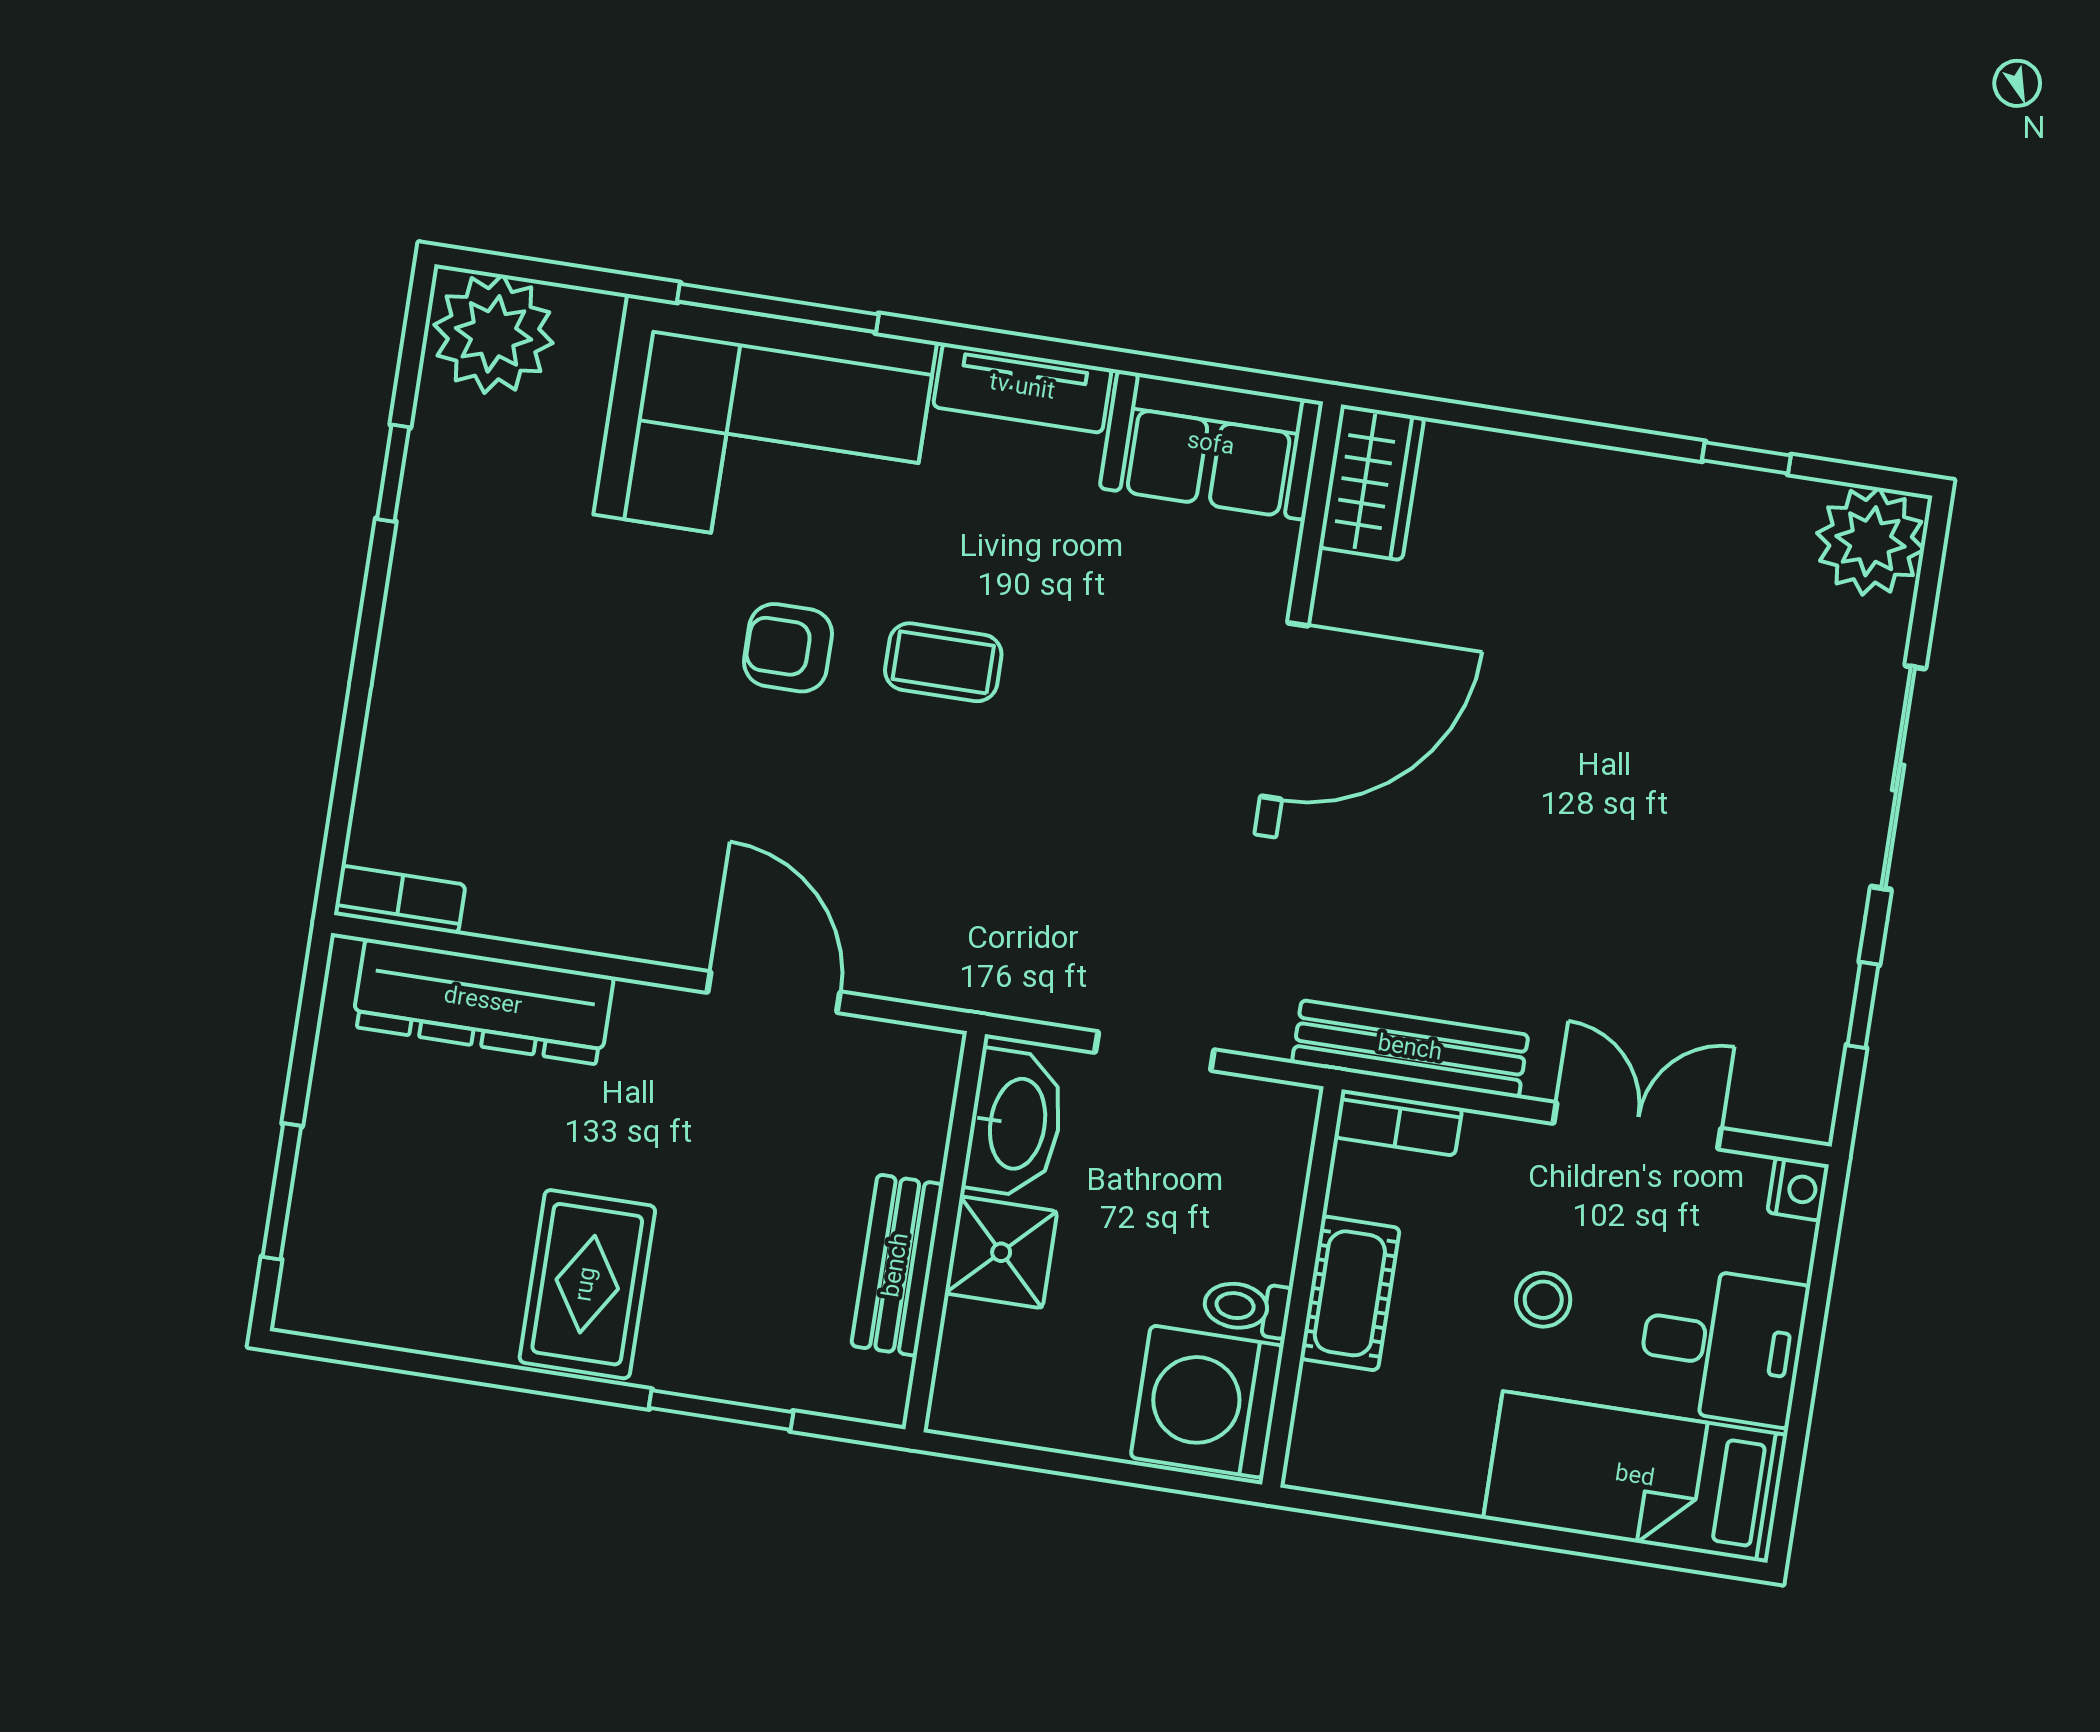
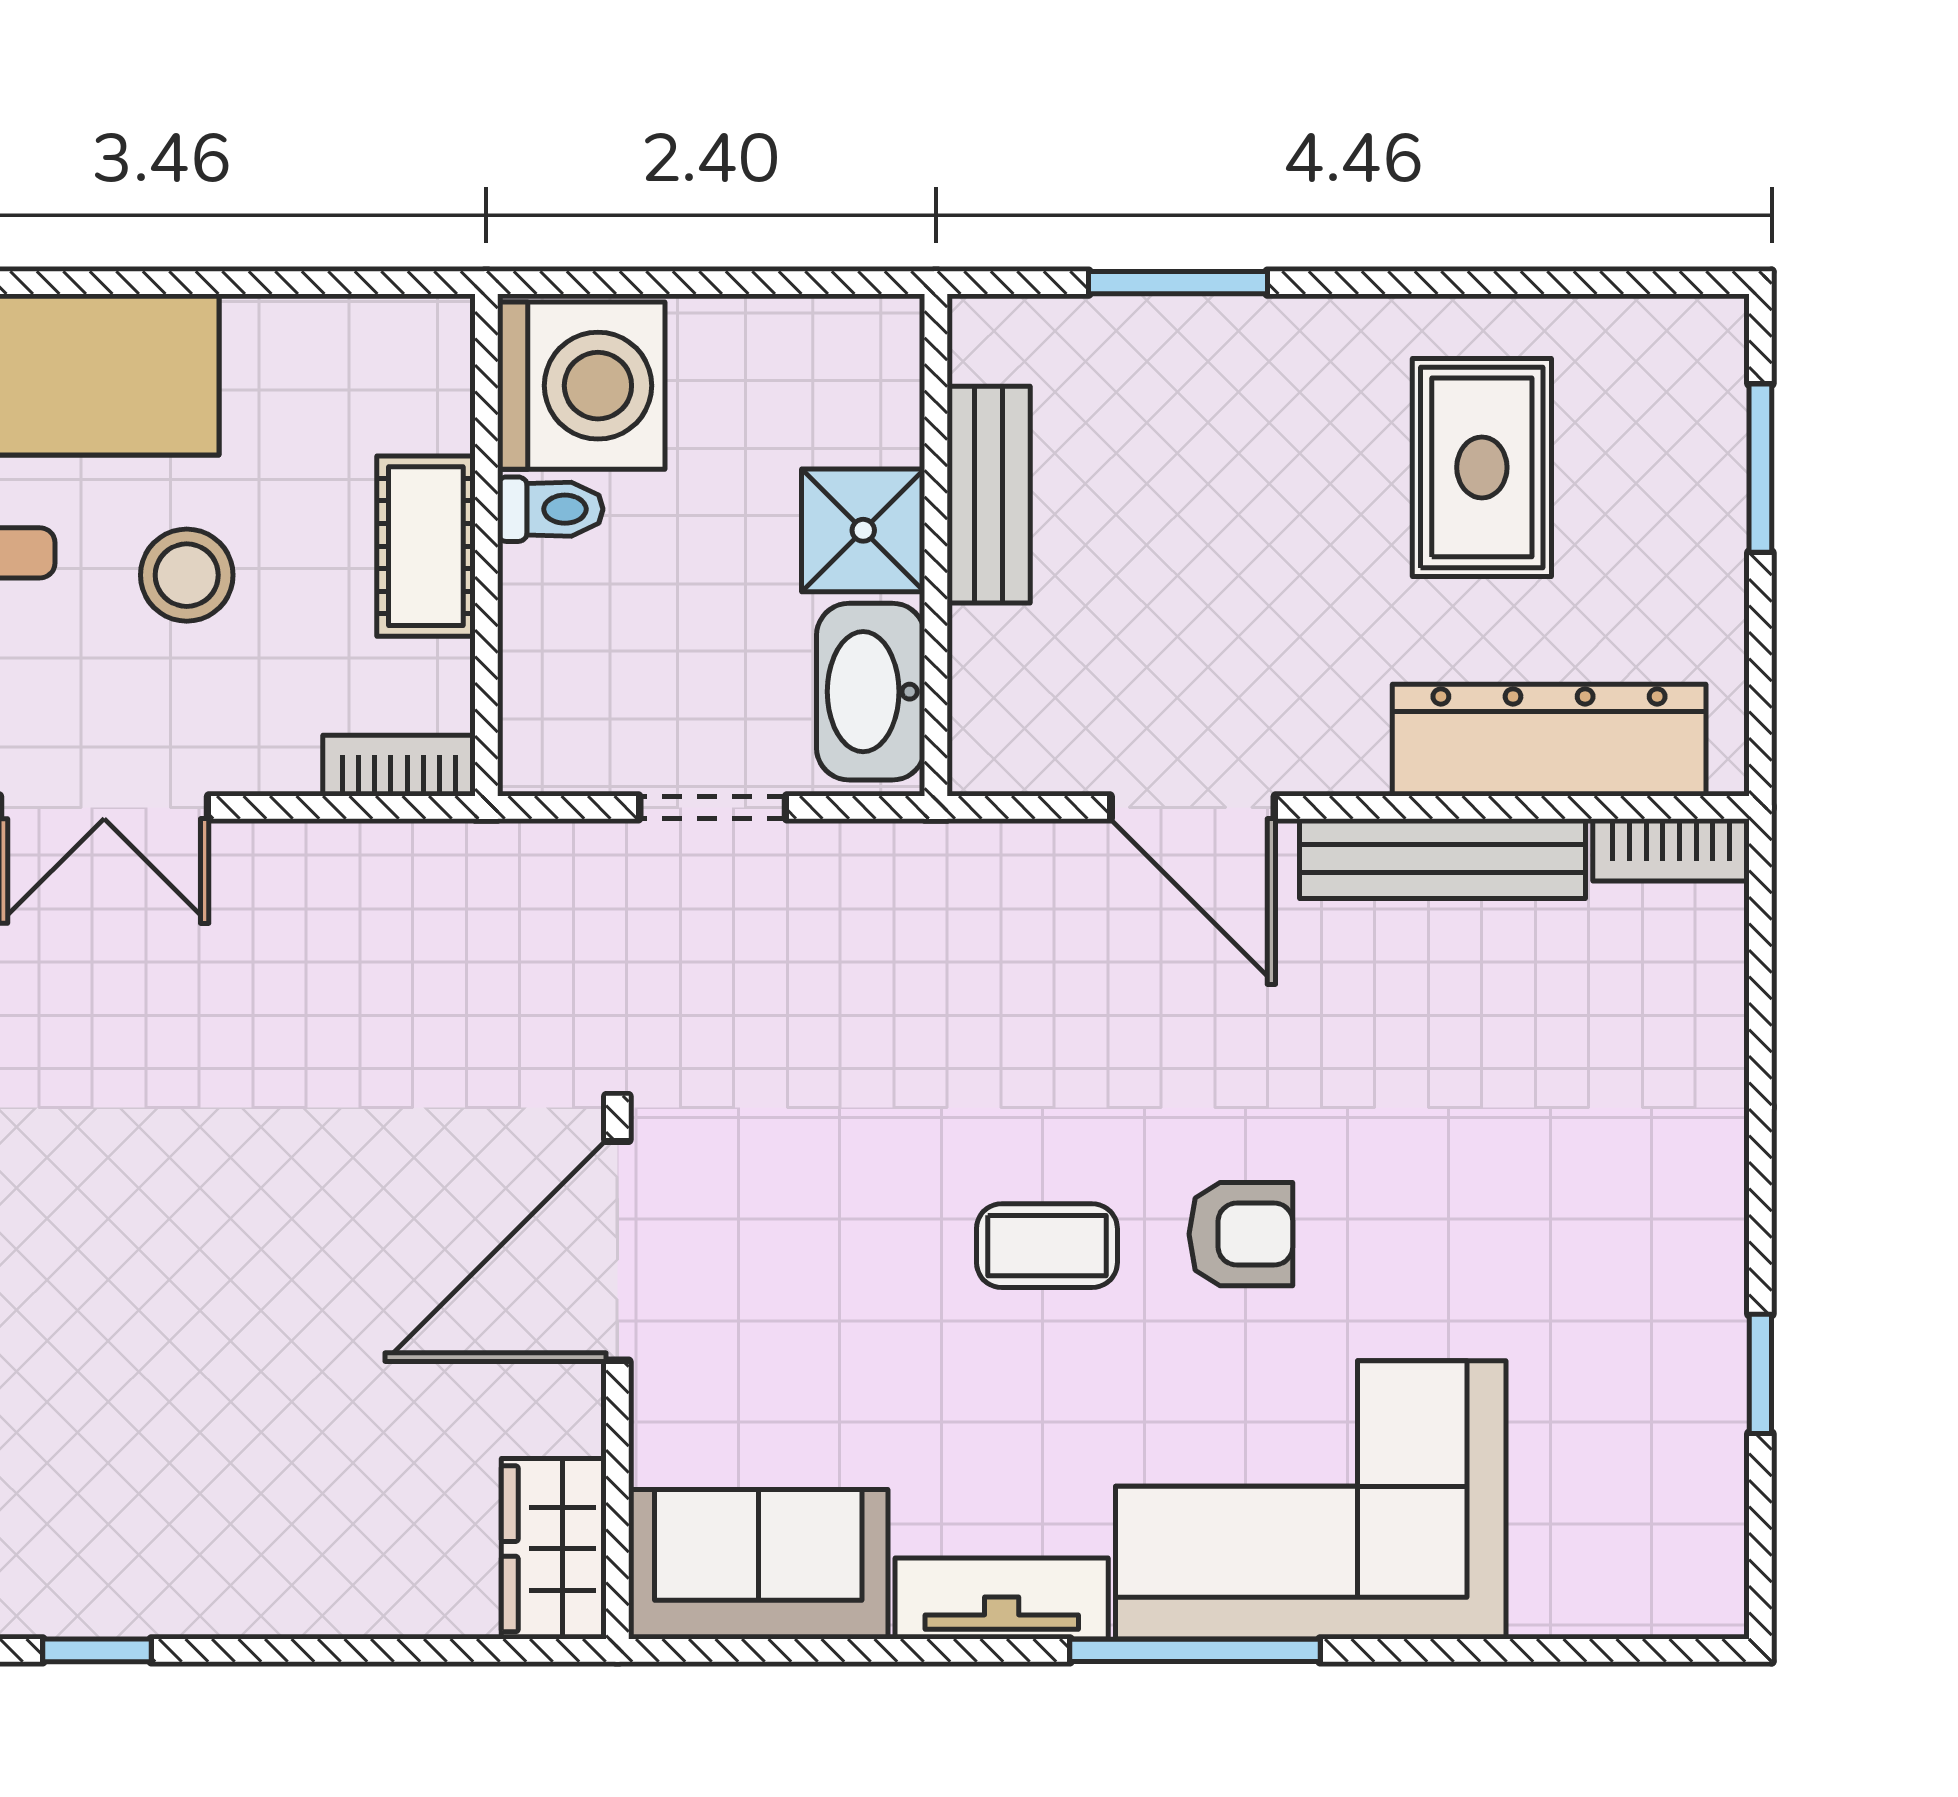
window: (778, 308) -> (1195, 1650), moved
plant: (493, 334) -> (1663, 1564), removed
bench: (1410, 1049) -> (1442, 859), moved
rug: (587, 1284) -> (1482, 467), moved
stool: (1543, 1300) -> (187, 575), width x1.37, depth x1.37

